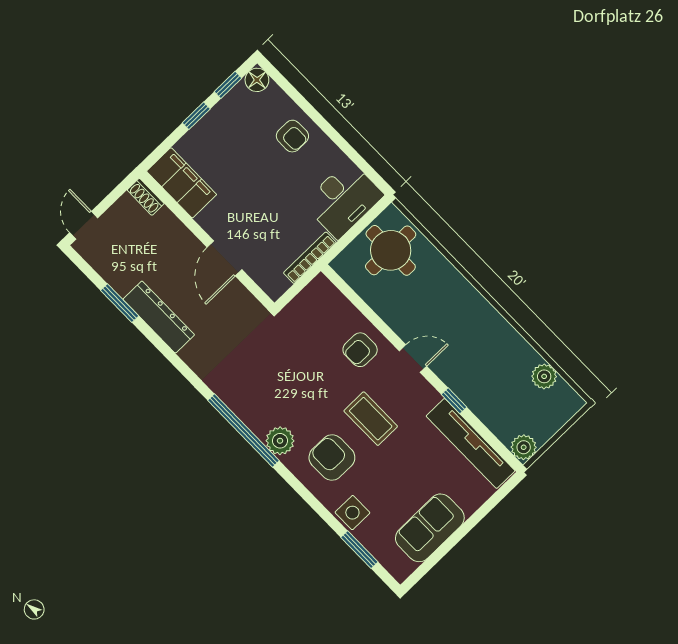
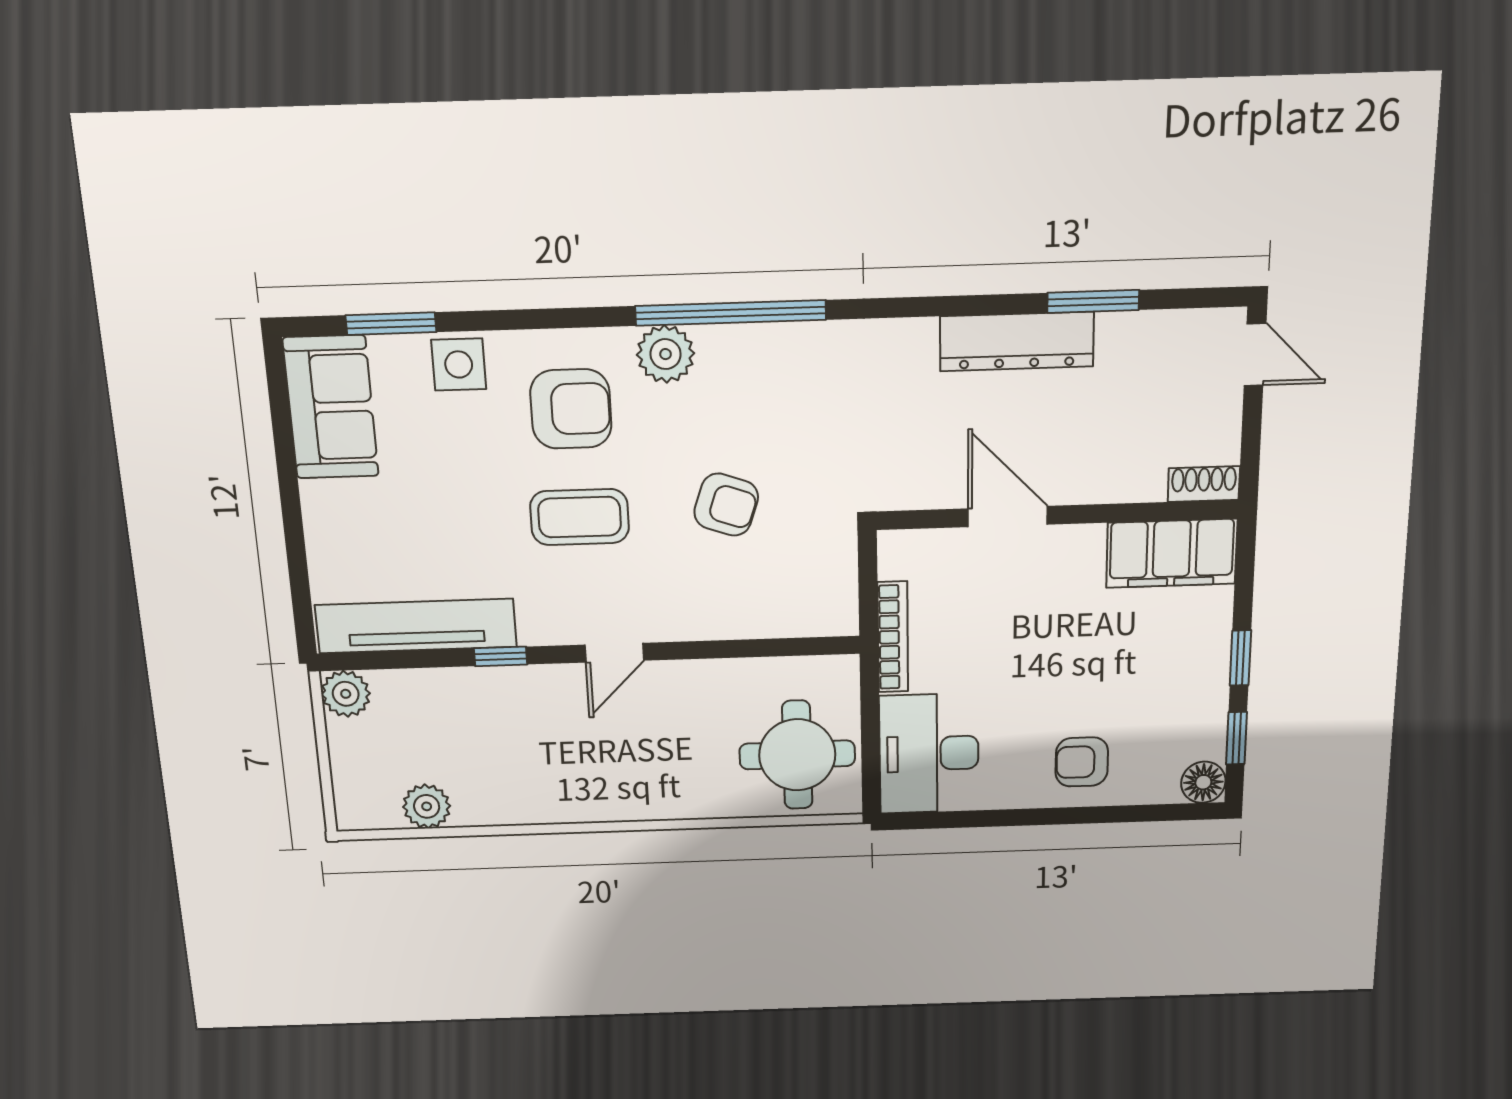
armchair: (360, 350) -> (726, 505), moved, turned 109
sofa: (430, 528) -> (331, 407), moved

